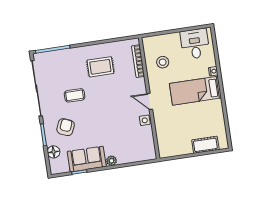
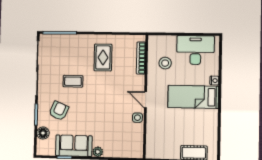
desk: (195, 44) -> (195, 50), width x1.37
rug: (100, 67) -> (103, 57), turned 90

